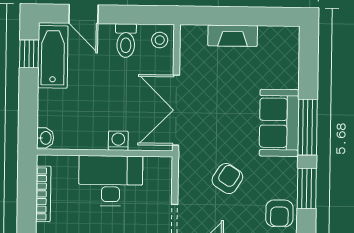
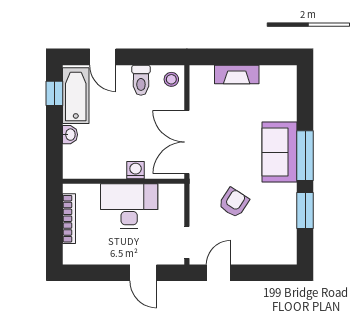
washbasin: (45, 138) -> (70, 135), moved
armchair: (279, 213) -> (281, 233), removed

